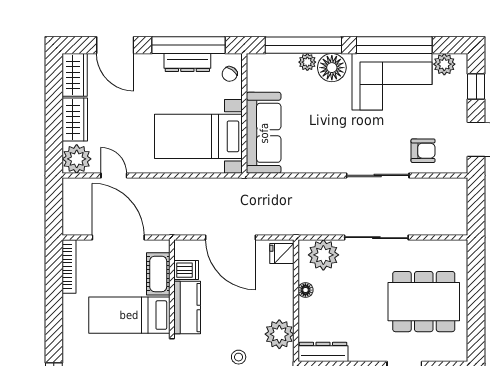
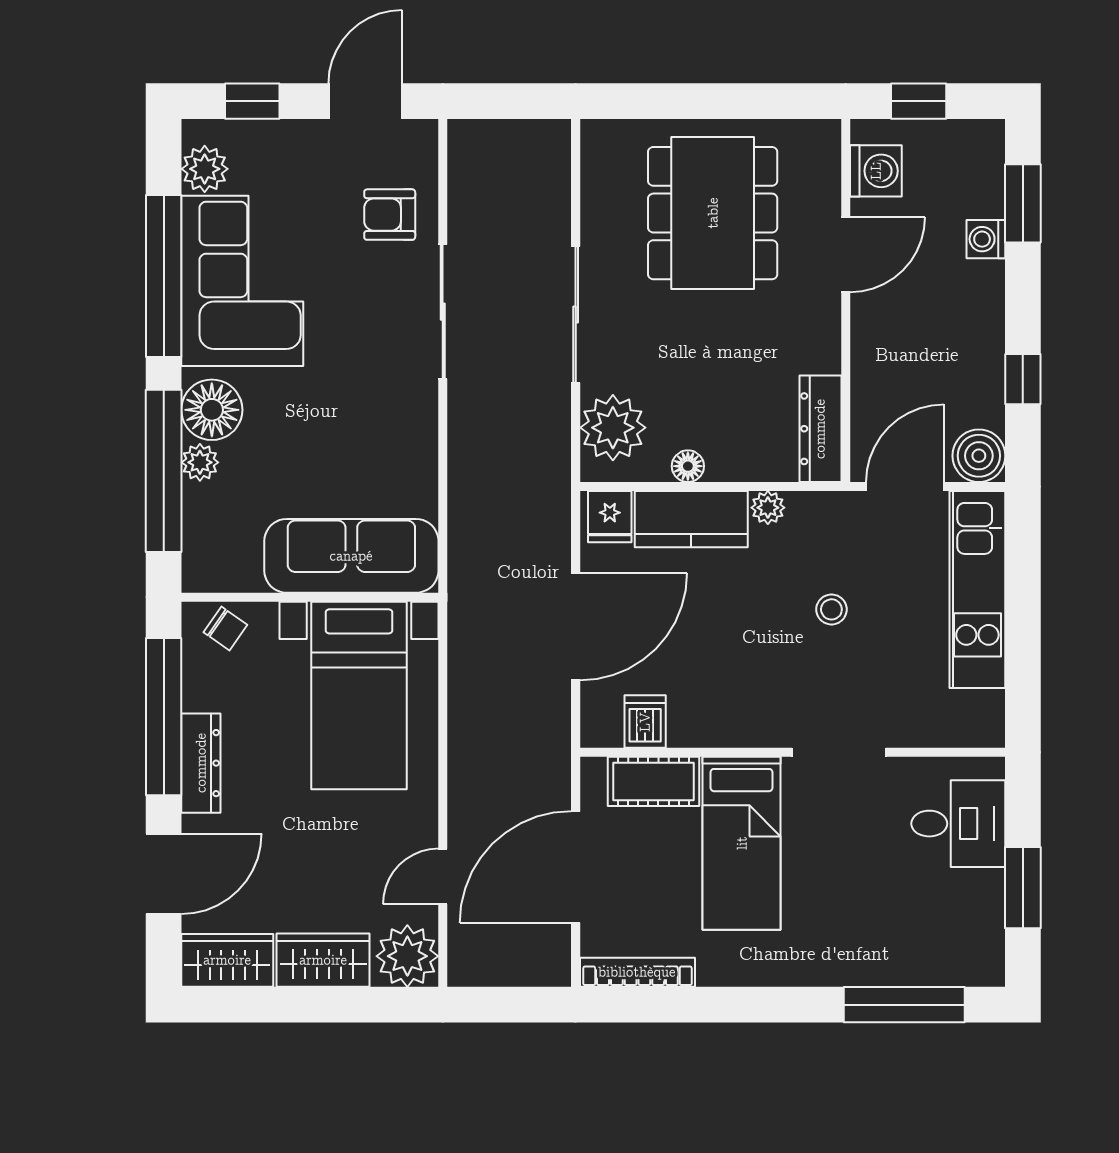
dresser: (187, 62) -> (201, 763), moved
armchair: (423, 151) -> (390, 215), turned -90
kitchen counter: (187, 308) -> (691, 519), moved, turned 180
plant: (279, 334) -> (768, 508), width x0.53, depth x0.53

